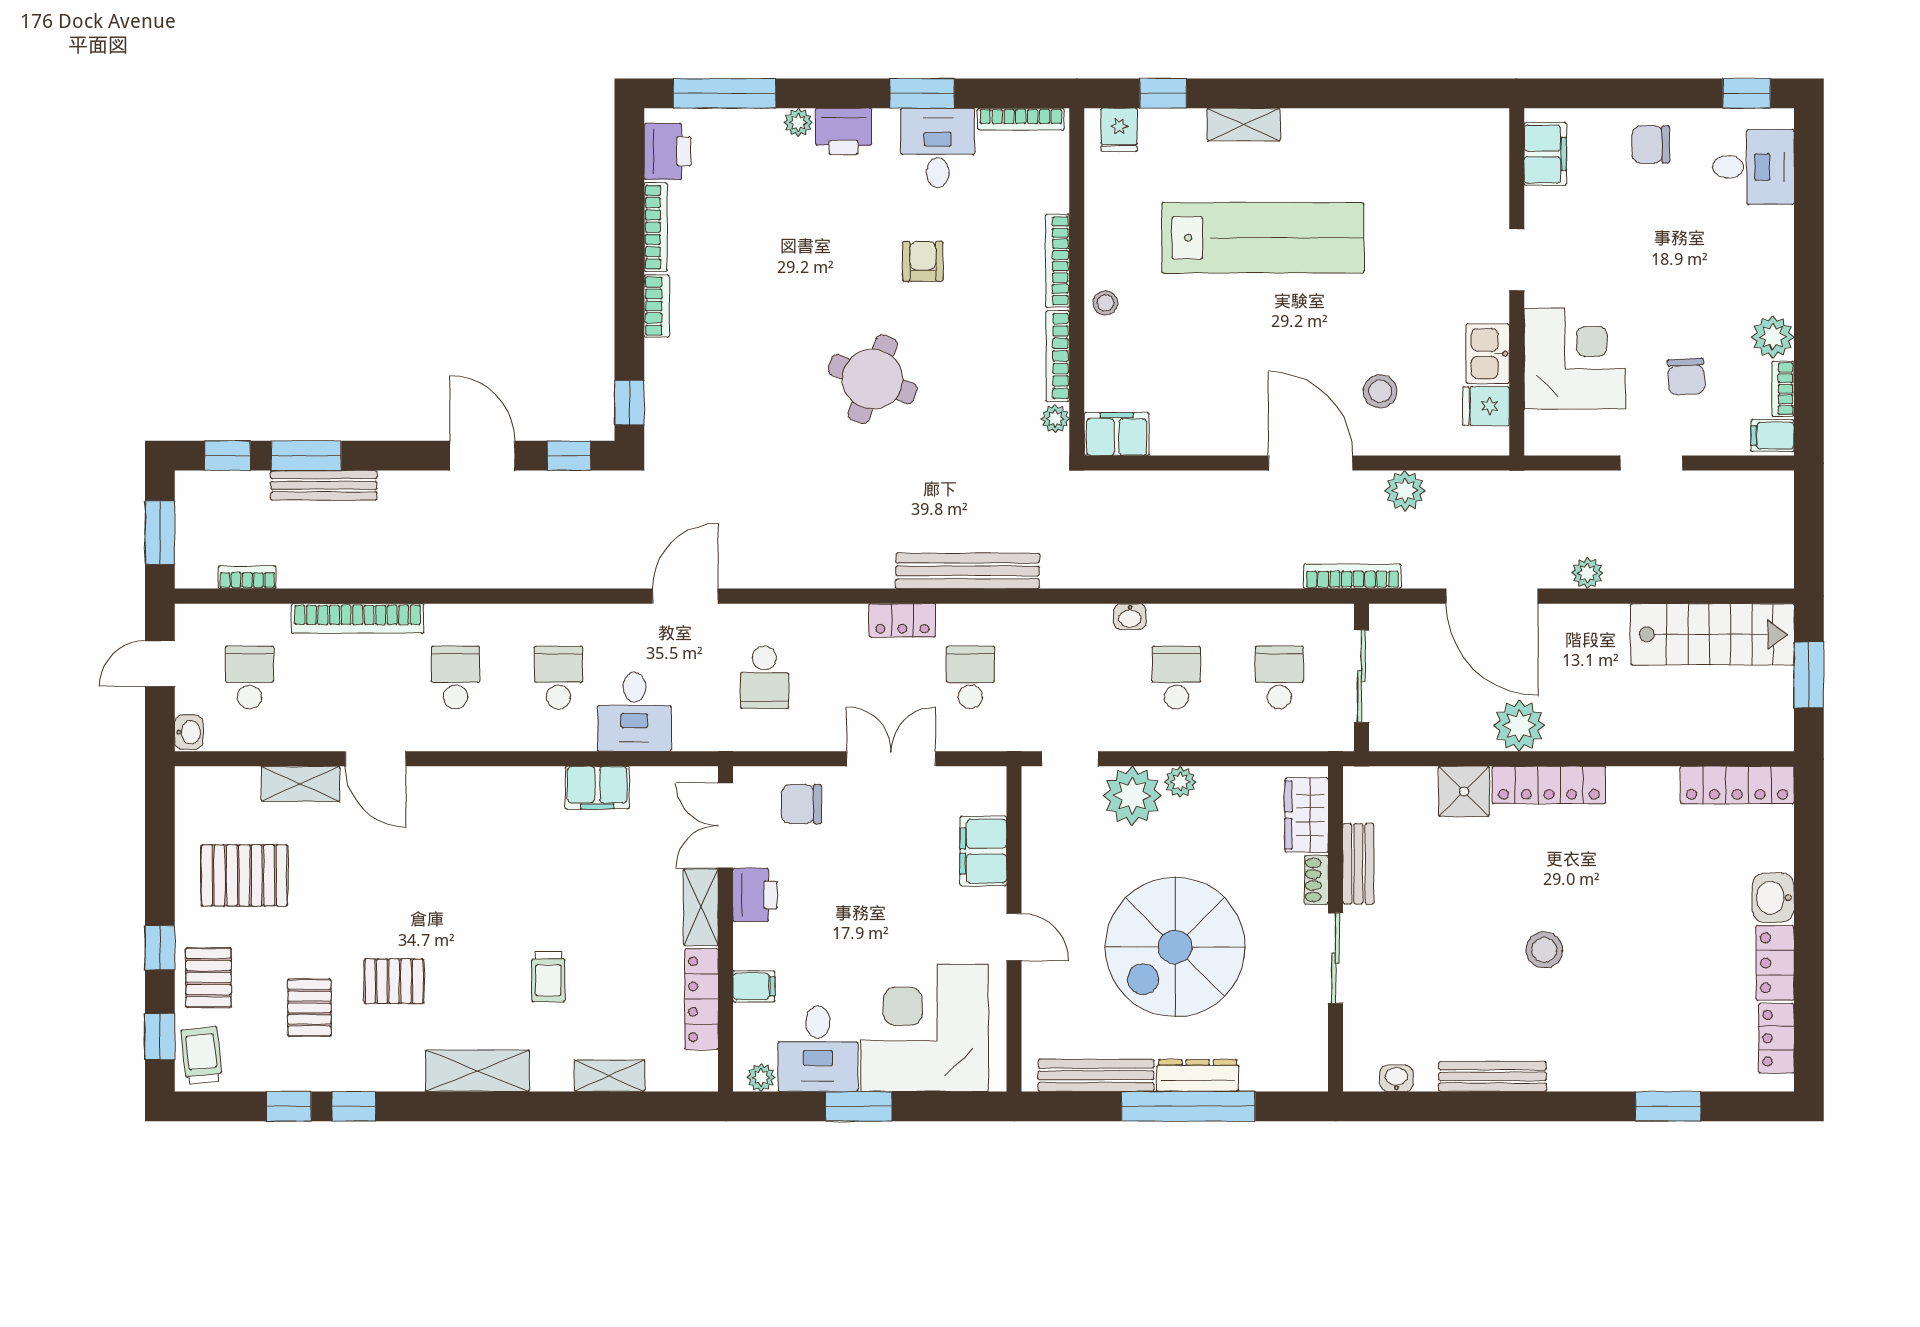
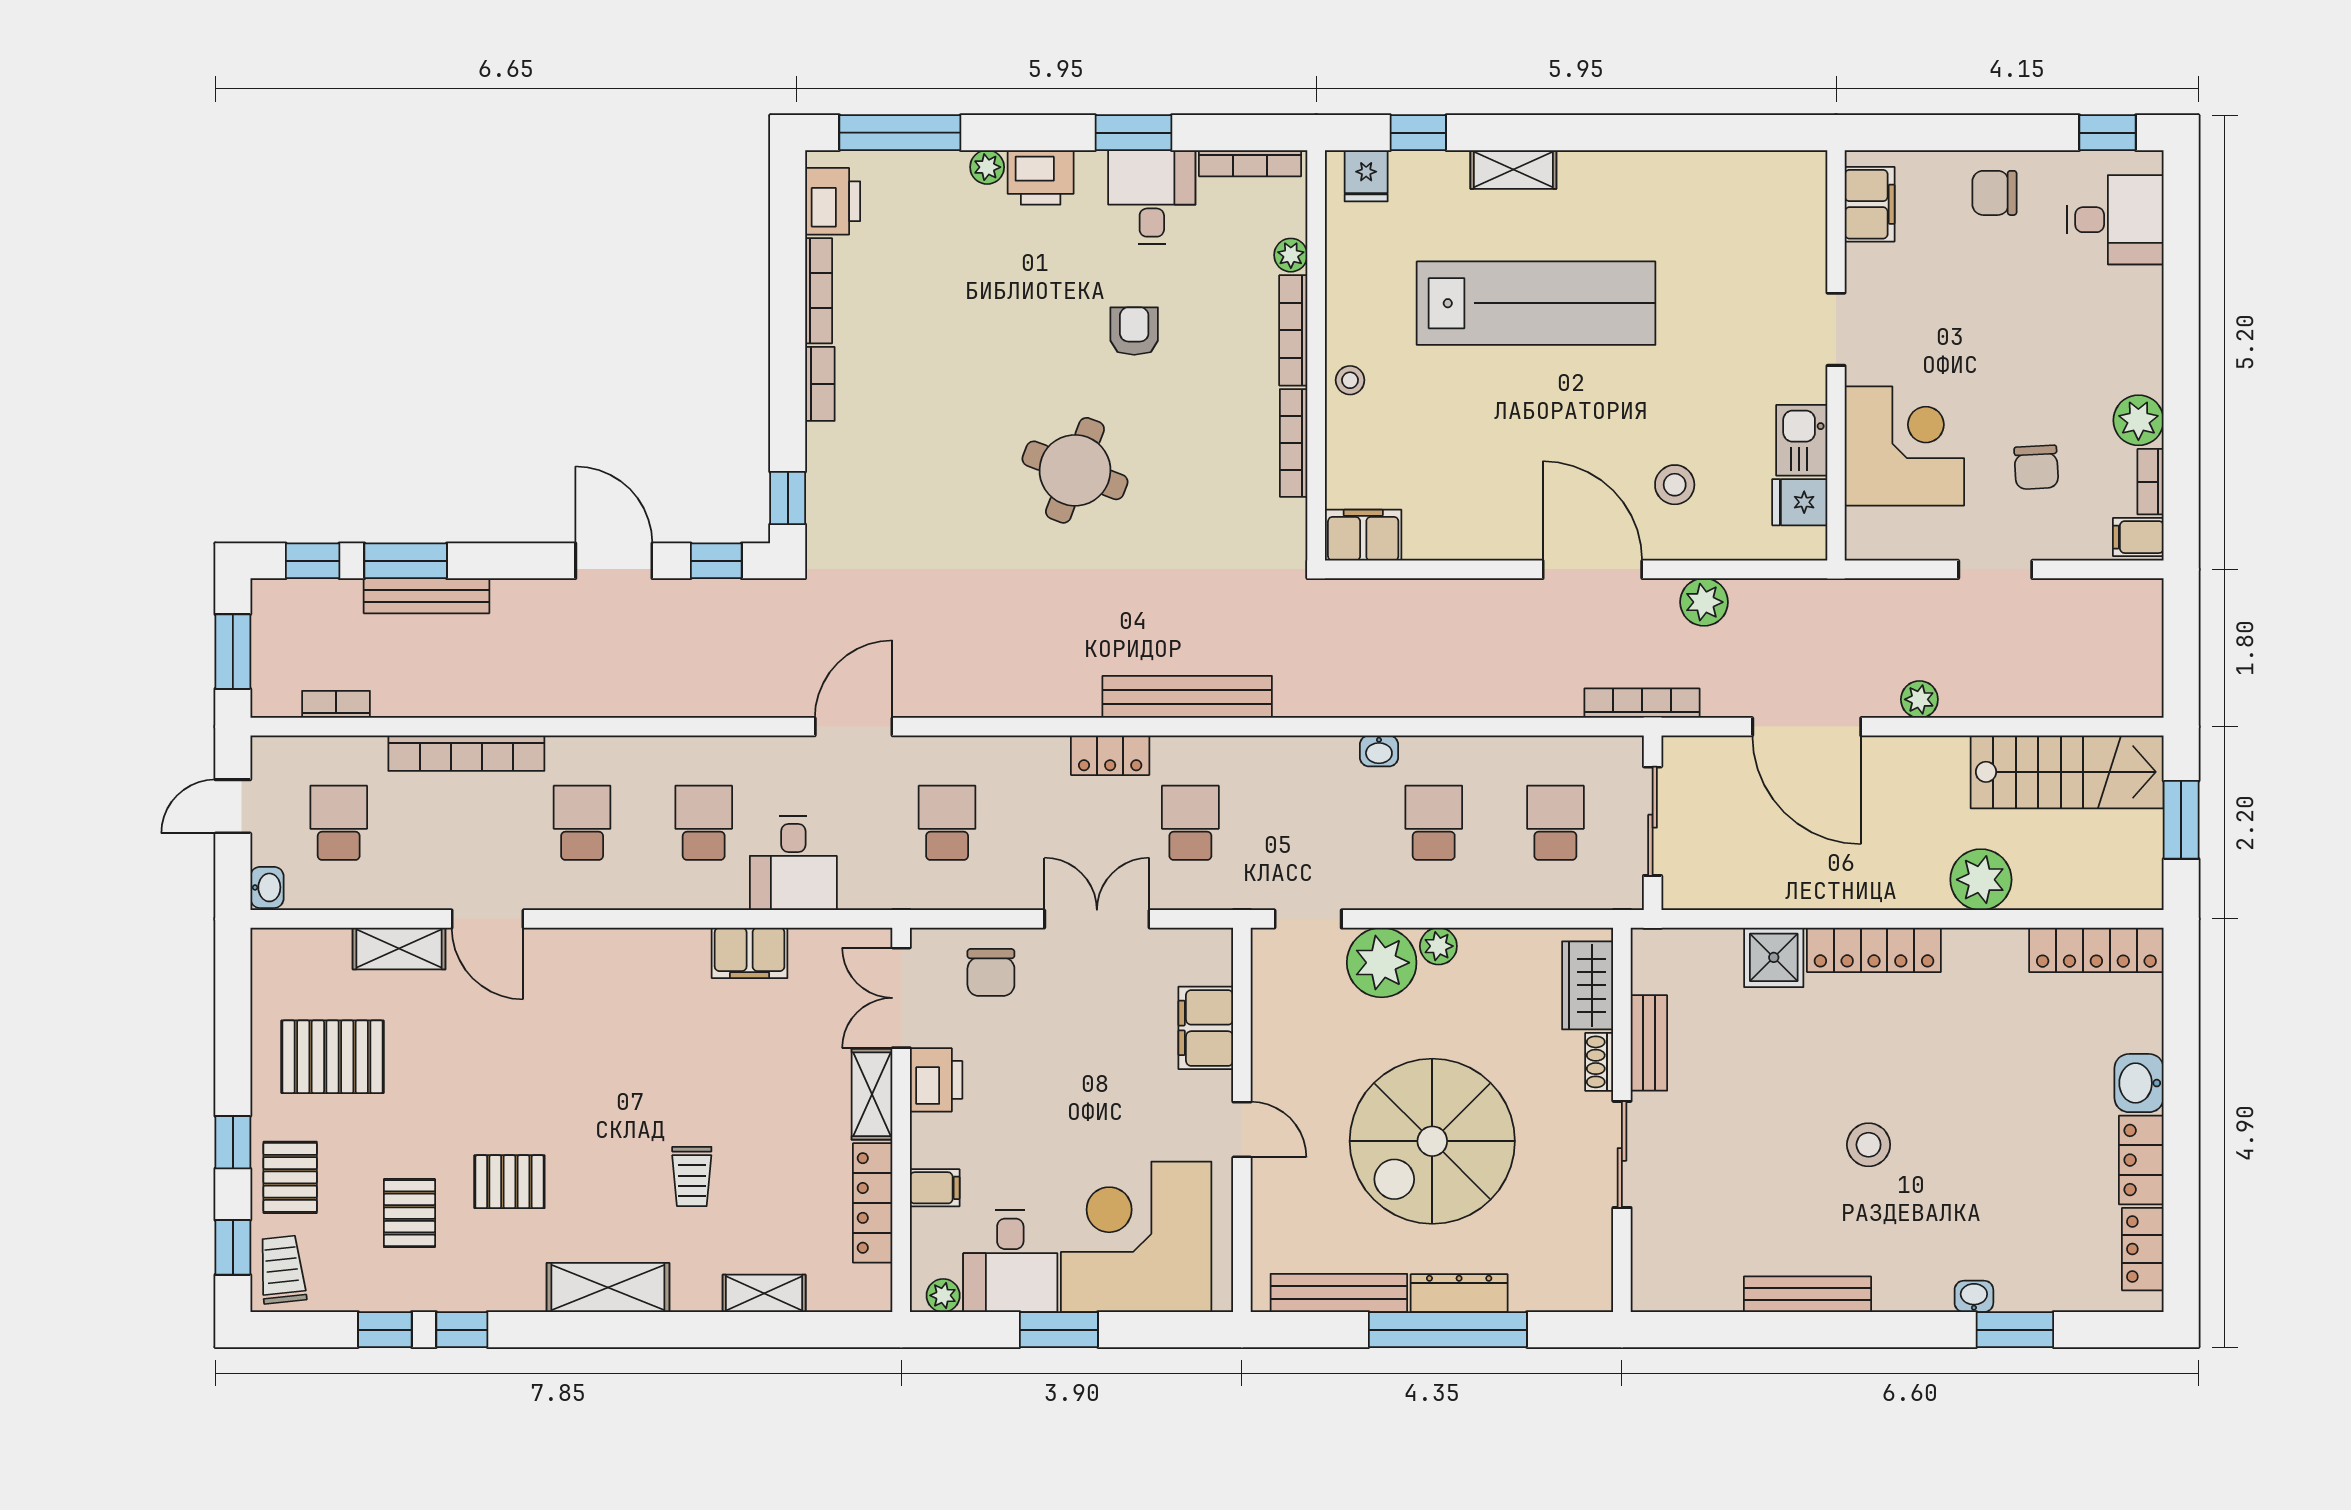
plant: (1055, 419) -> (1291, 255), moved
school desk: (764, 677) -> (947, 823), turned 180
plant: (1519, 726) -> (1981, 880), moved
chair: (802, 804) -> (991, 972), turned -90
washbasin: (1397, 1078) -> (1974, 1296), moved

